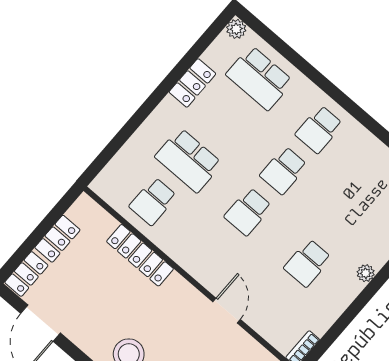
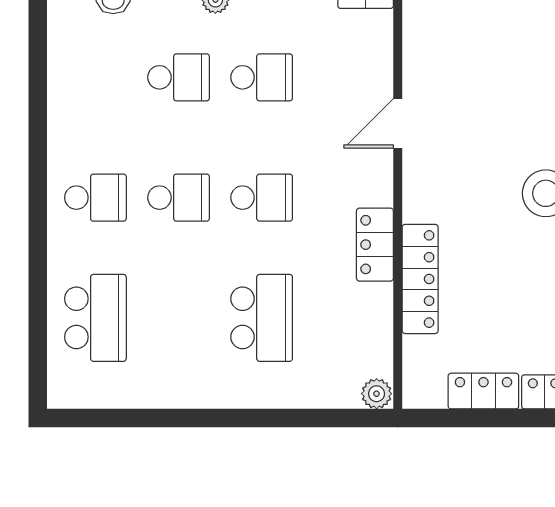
plant: (236, 29) -> (377, 394), moved
locker: (192, 83) -> (375, 245), moved, turned -90
school desk: (153, 201) -> (179, 77), moved

